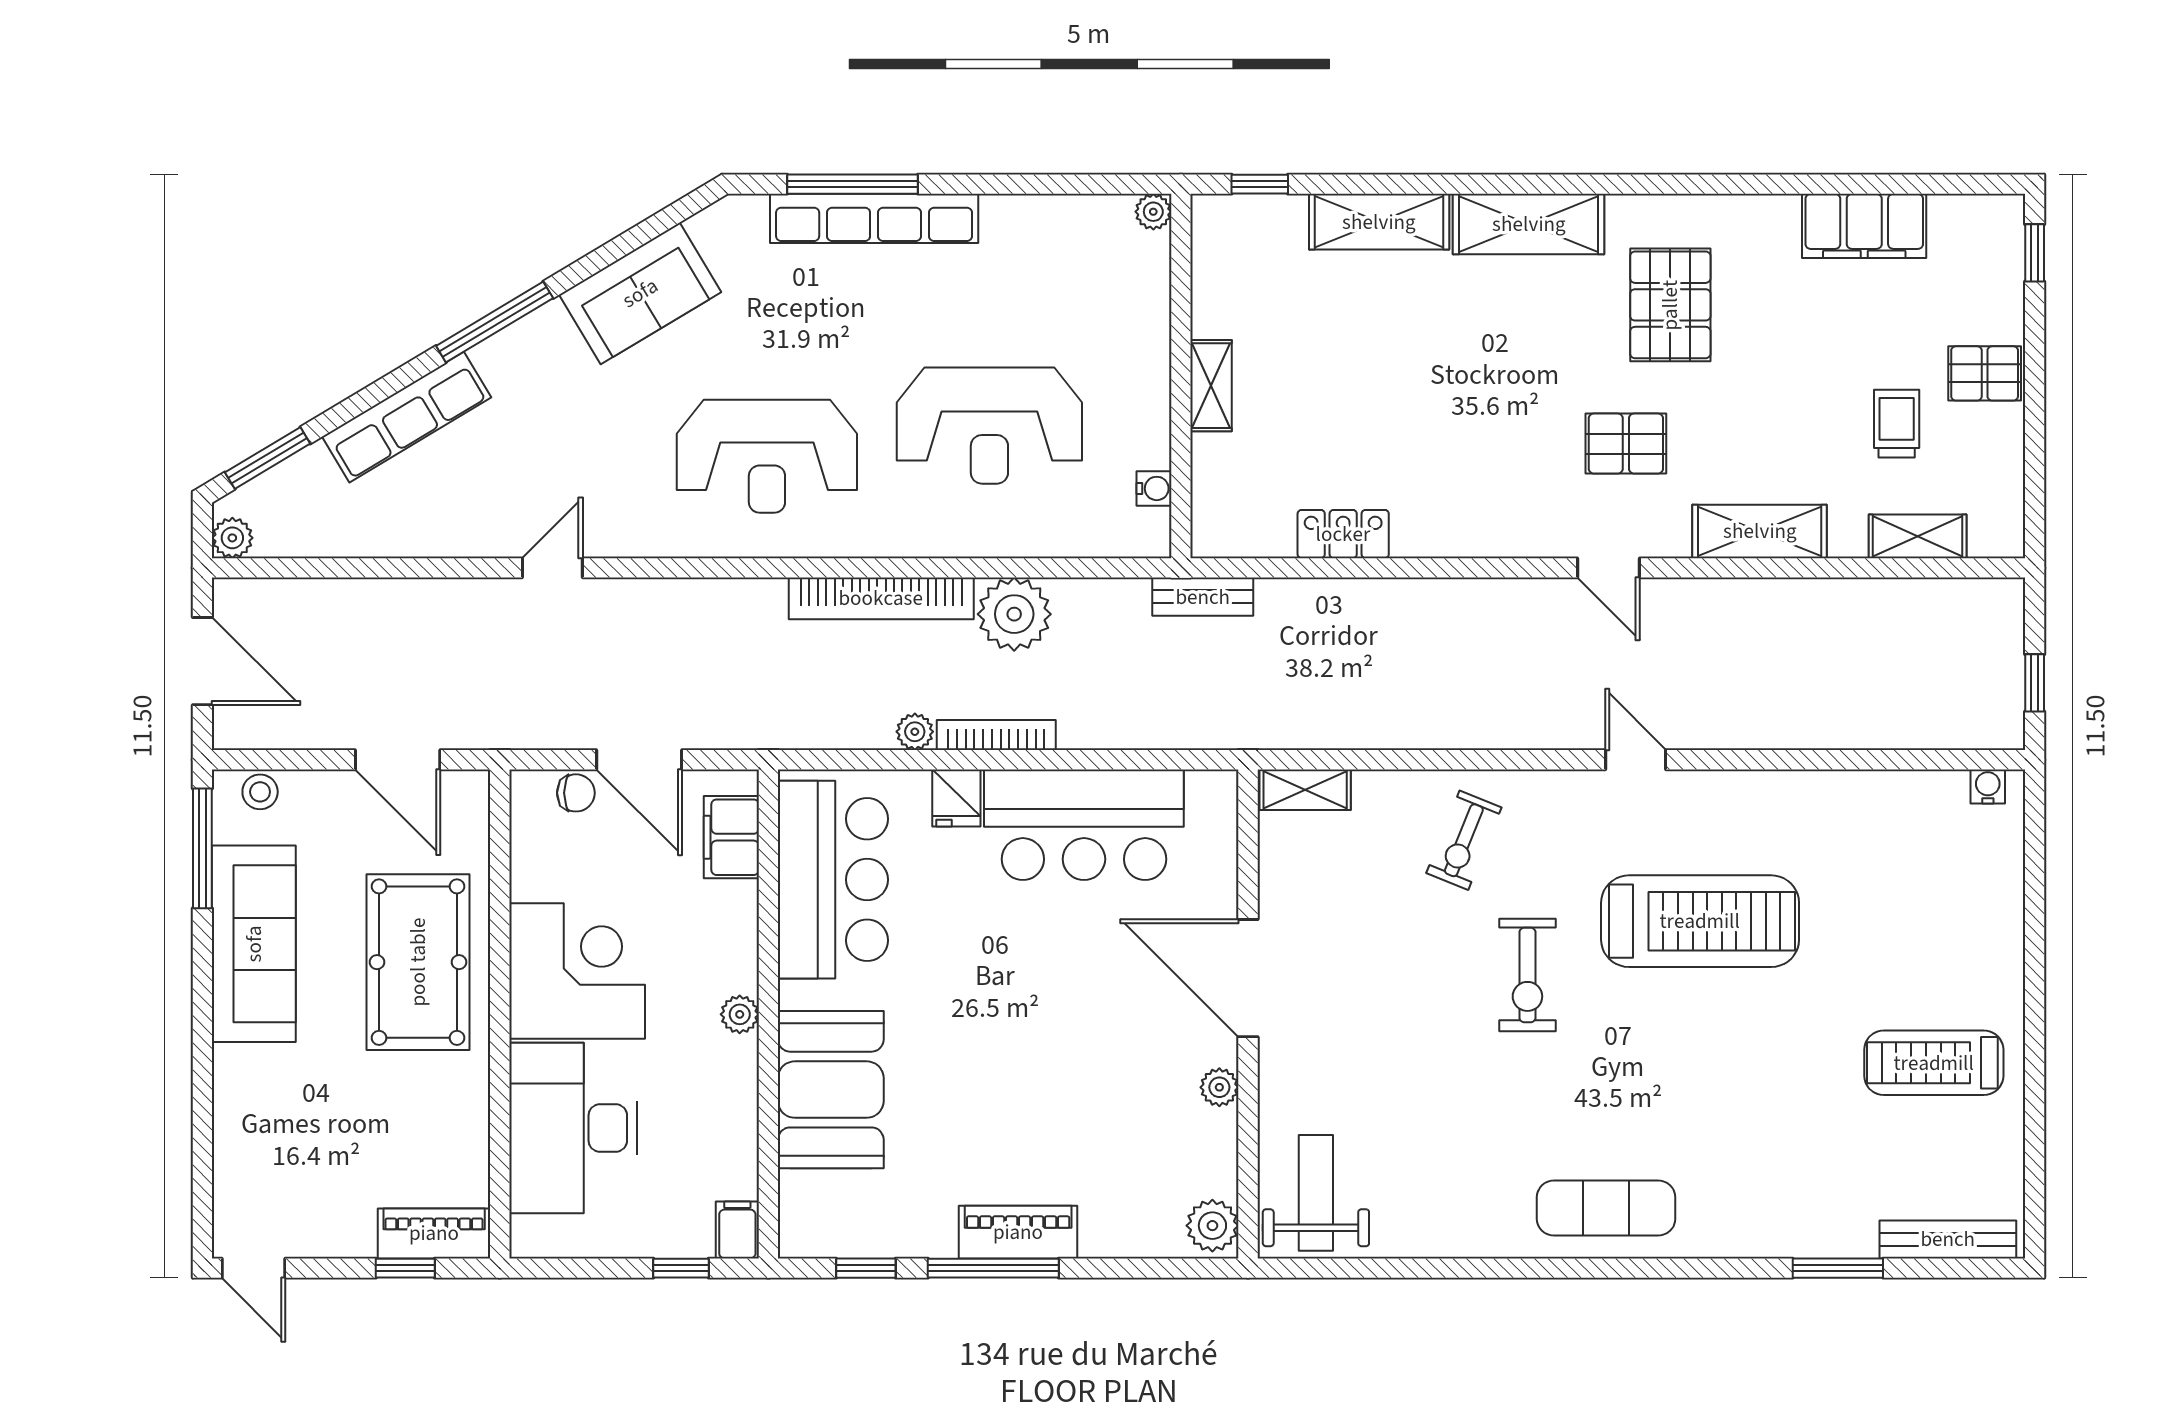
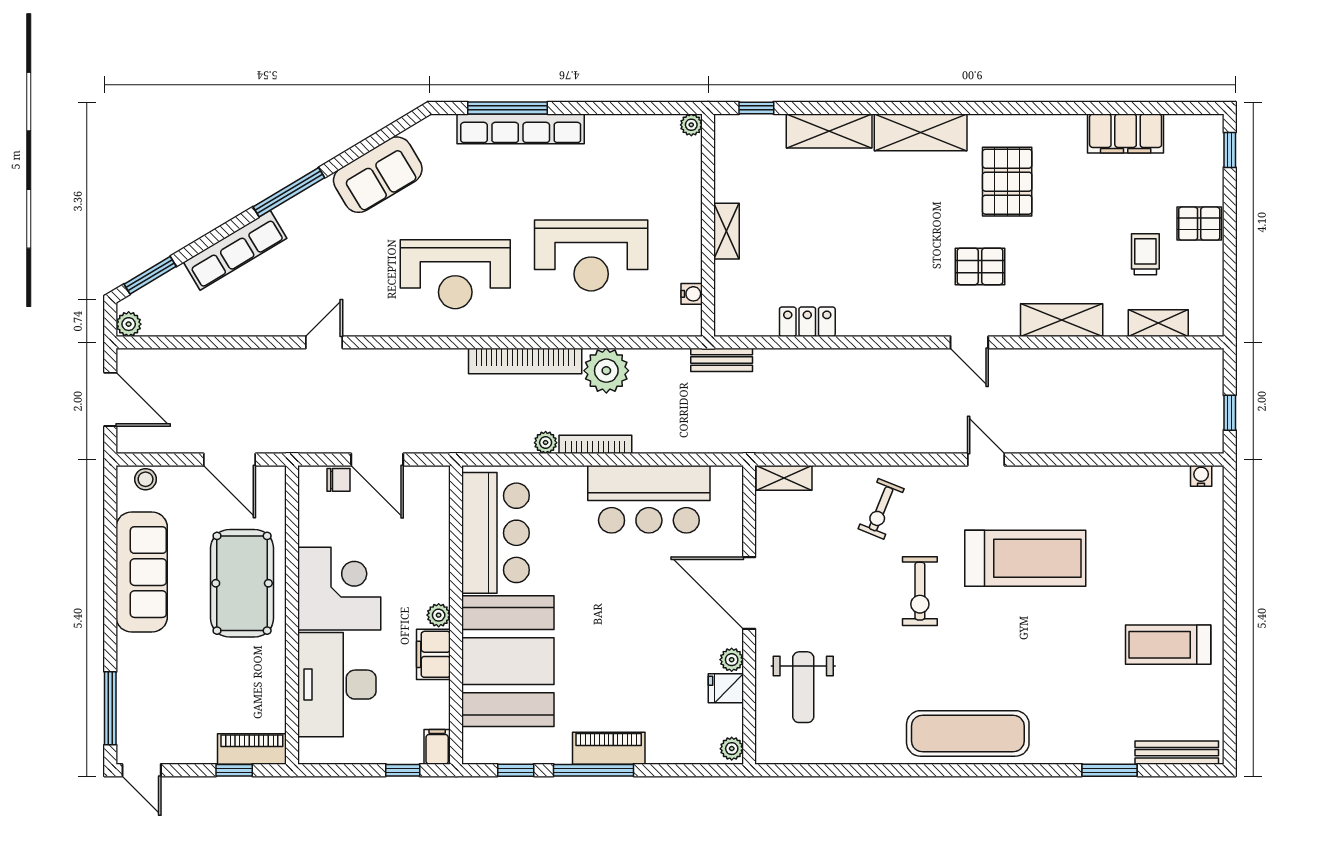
fridge: (956, 798) -> (726, 688), moved, turned 90
filing cabinet: (731, 837) -> (433, 654), moved
window: (202, 848) -> (110, 708), moved
booth: (831, 1090) -> (508, 661), width x1.36, depth x1.42
weight bench: (1316, 1193) -> (803, 687), moved, turned 180
exercise mat: (1606, 1208) -> (968, 733), width x1.36, depth x1.45
plant: (1212, 1226) -> (732, 749), width x0.73, depth x0.73

